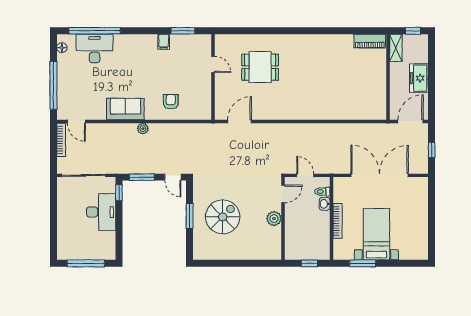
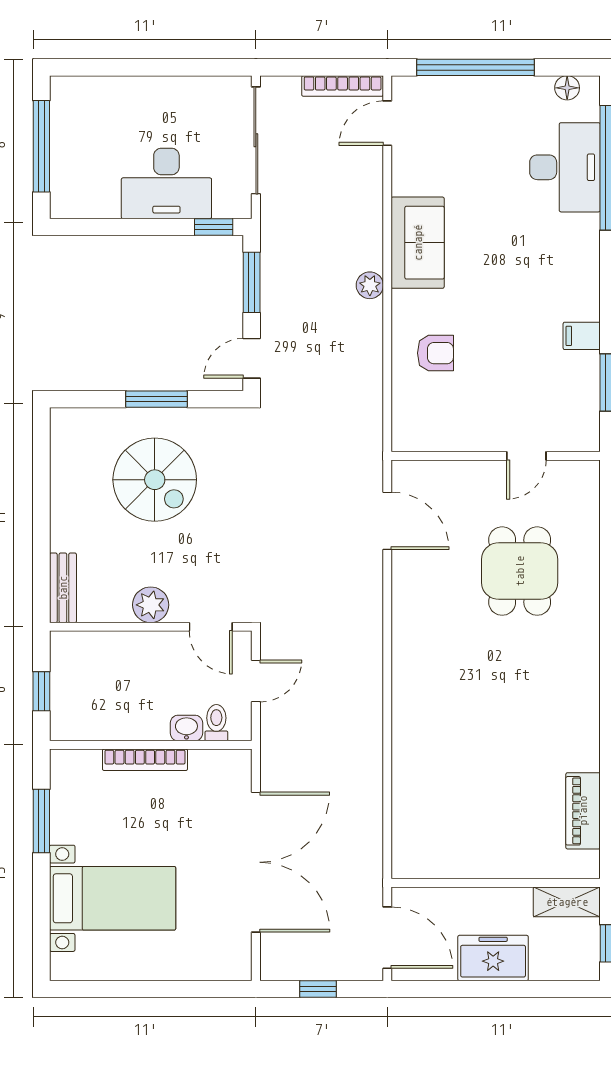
piano: (370, 41) -> (583, 811), moved
bed with nightstands: (376, 234) -> (113, 898), moved
bench: (267, 255) -> (63, 588), added

